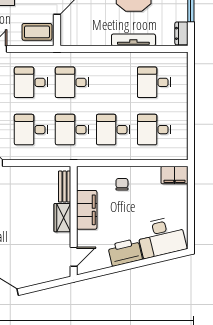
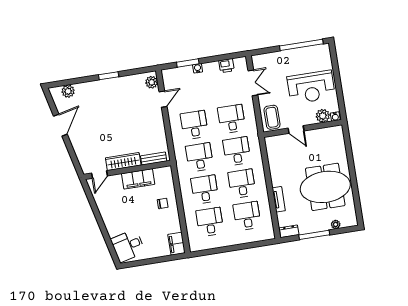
tv unit: (133, 40) -> (279, 199), width x0.71
desk: (113, 82) -> (242, 184), added
wardrobe: (62, 218) -> (123, 162), width x1.50
desk: (161, 237) -> (128, 246), width x0.73
printer: (125, 252) -> (109, 214), removed
door: (74, 257) -> (99, 174), hinge flipped

